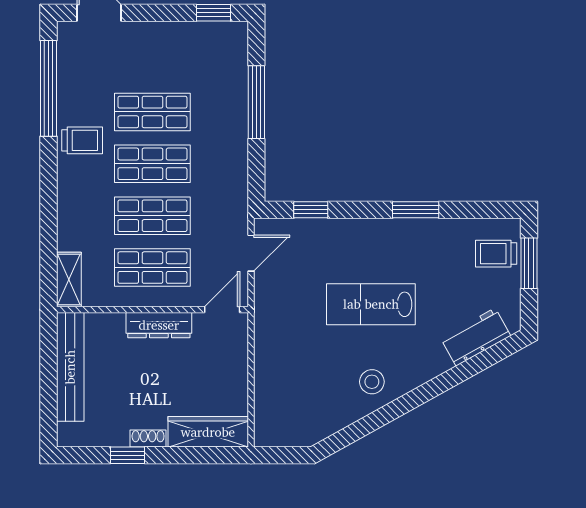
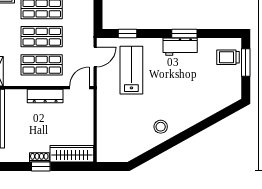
lab bench: (371, 304) -> (131, 70), moved, turned 90
workbench: (476, 337) -> (180, 47), moved, turned -151
window: (128, 455) -> (41, 167), moved

